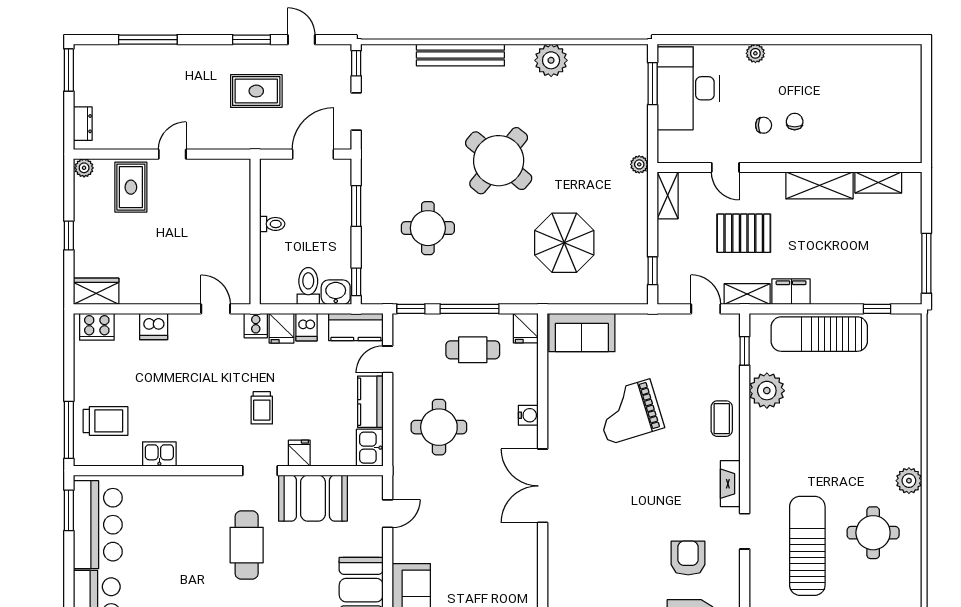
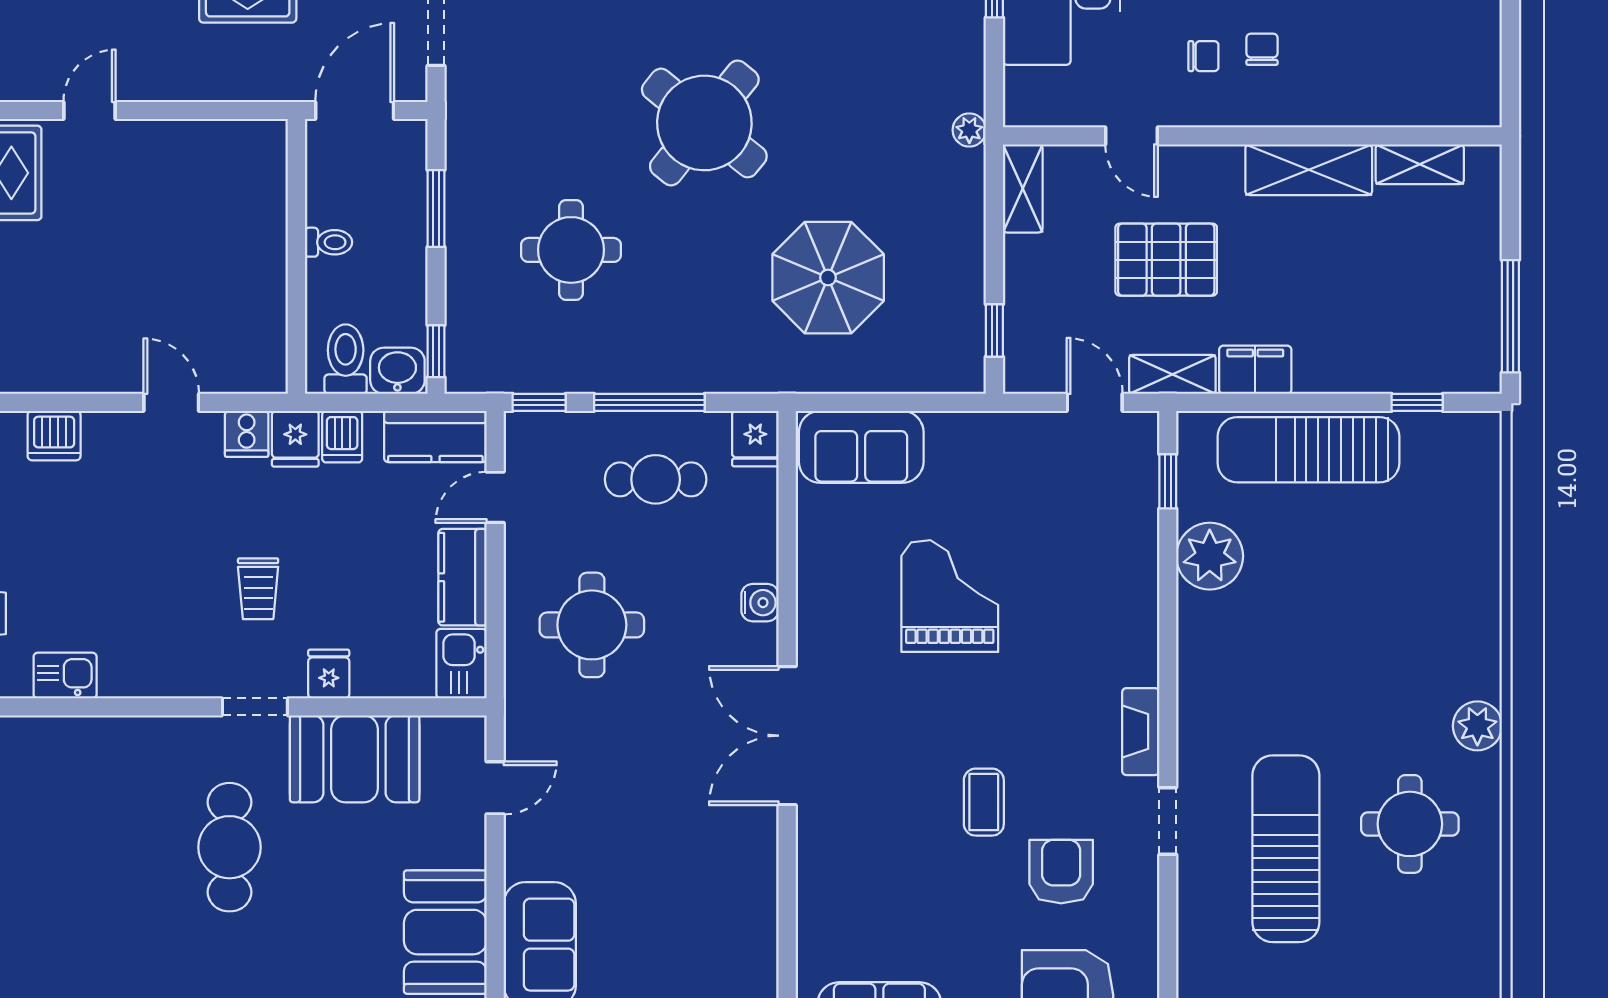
toilet: (272, 224) -> (328, 242), moved
wall: (255, 231) -> (296, 256), moved
grand piano: (629, 412) -> (950, 596), turned 107
coffee table: (722, 419) -> (984, 802), moved

